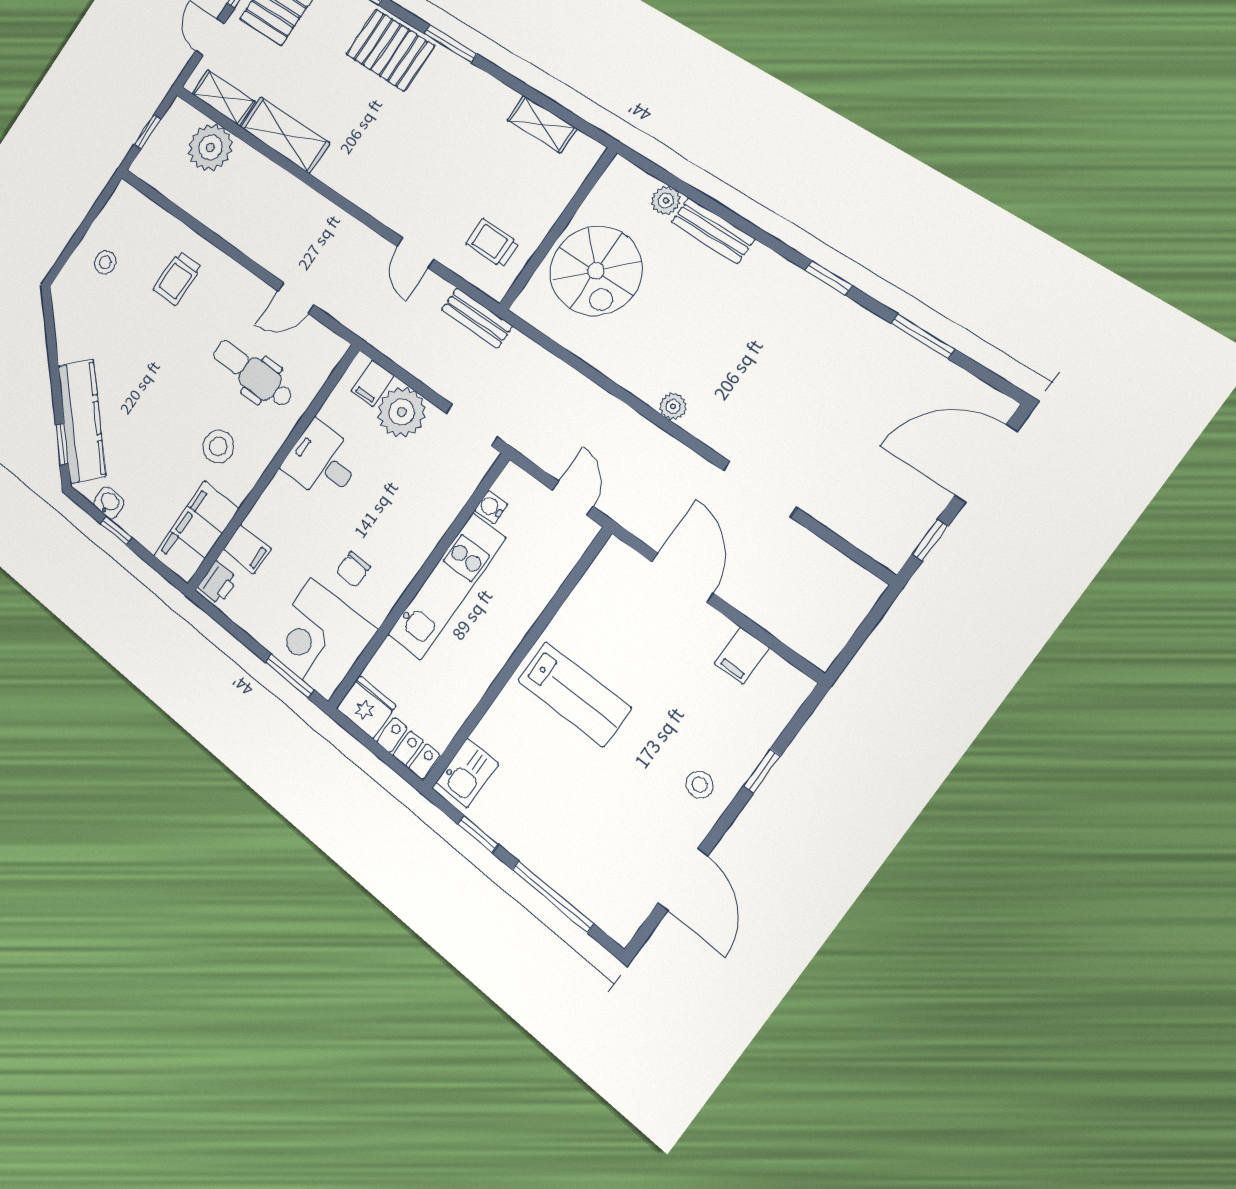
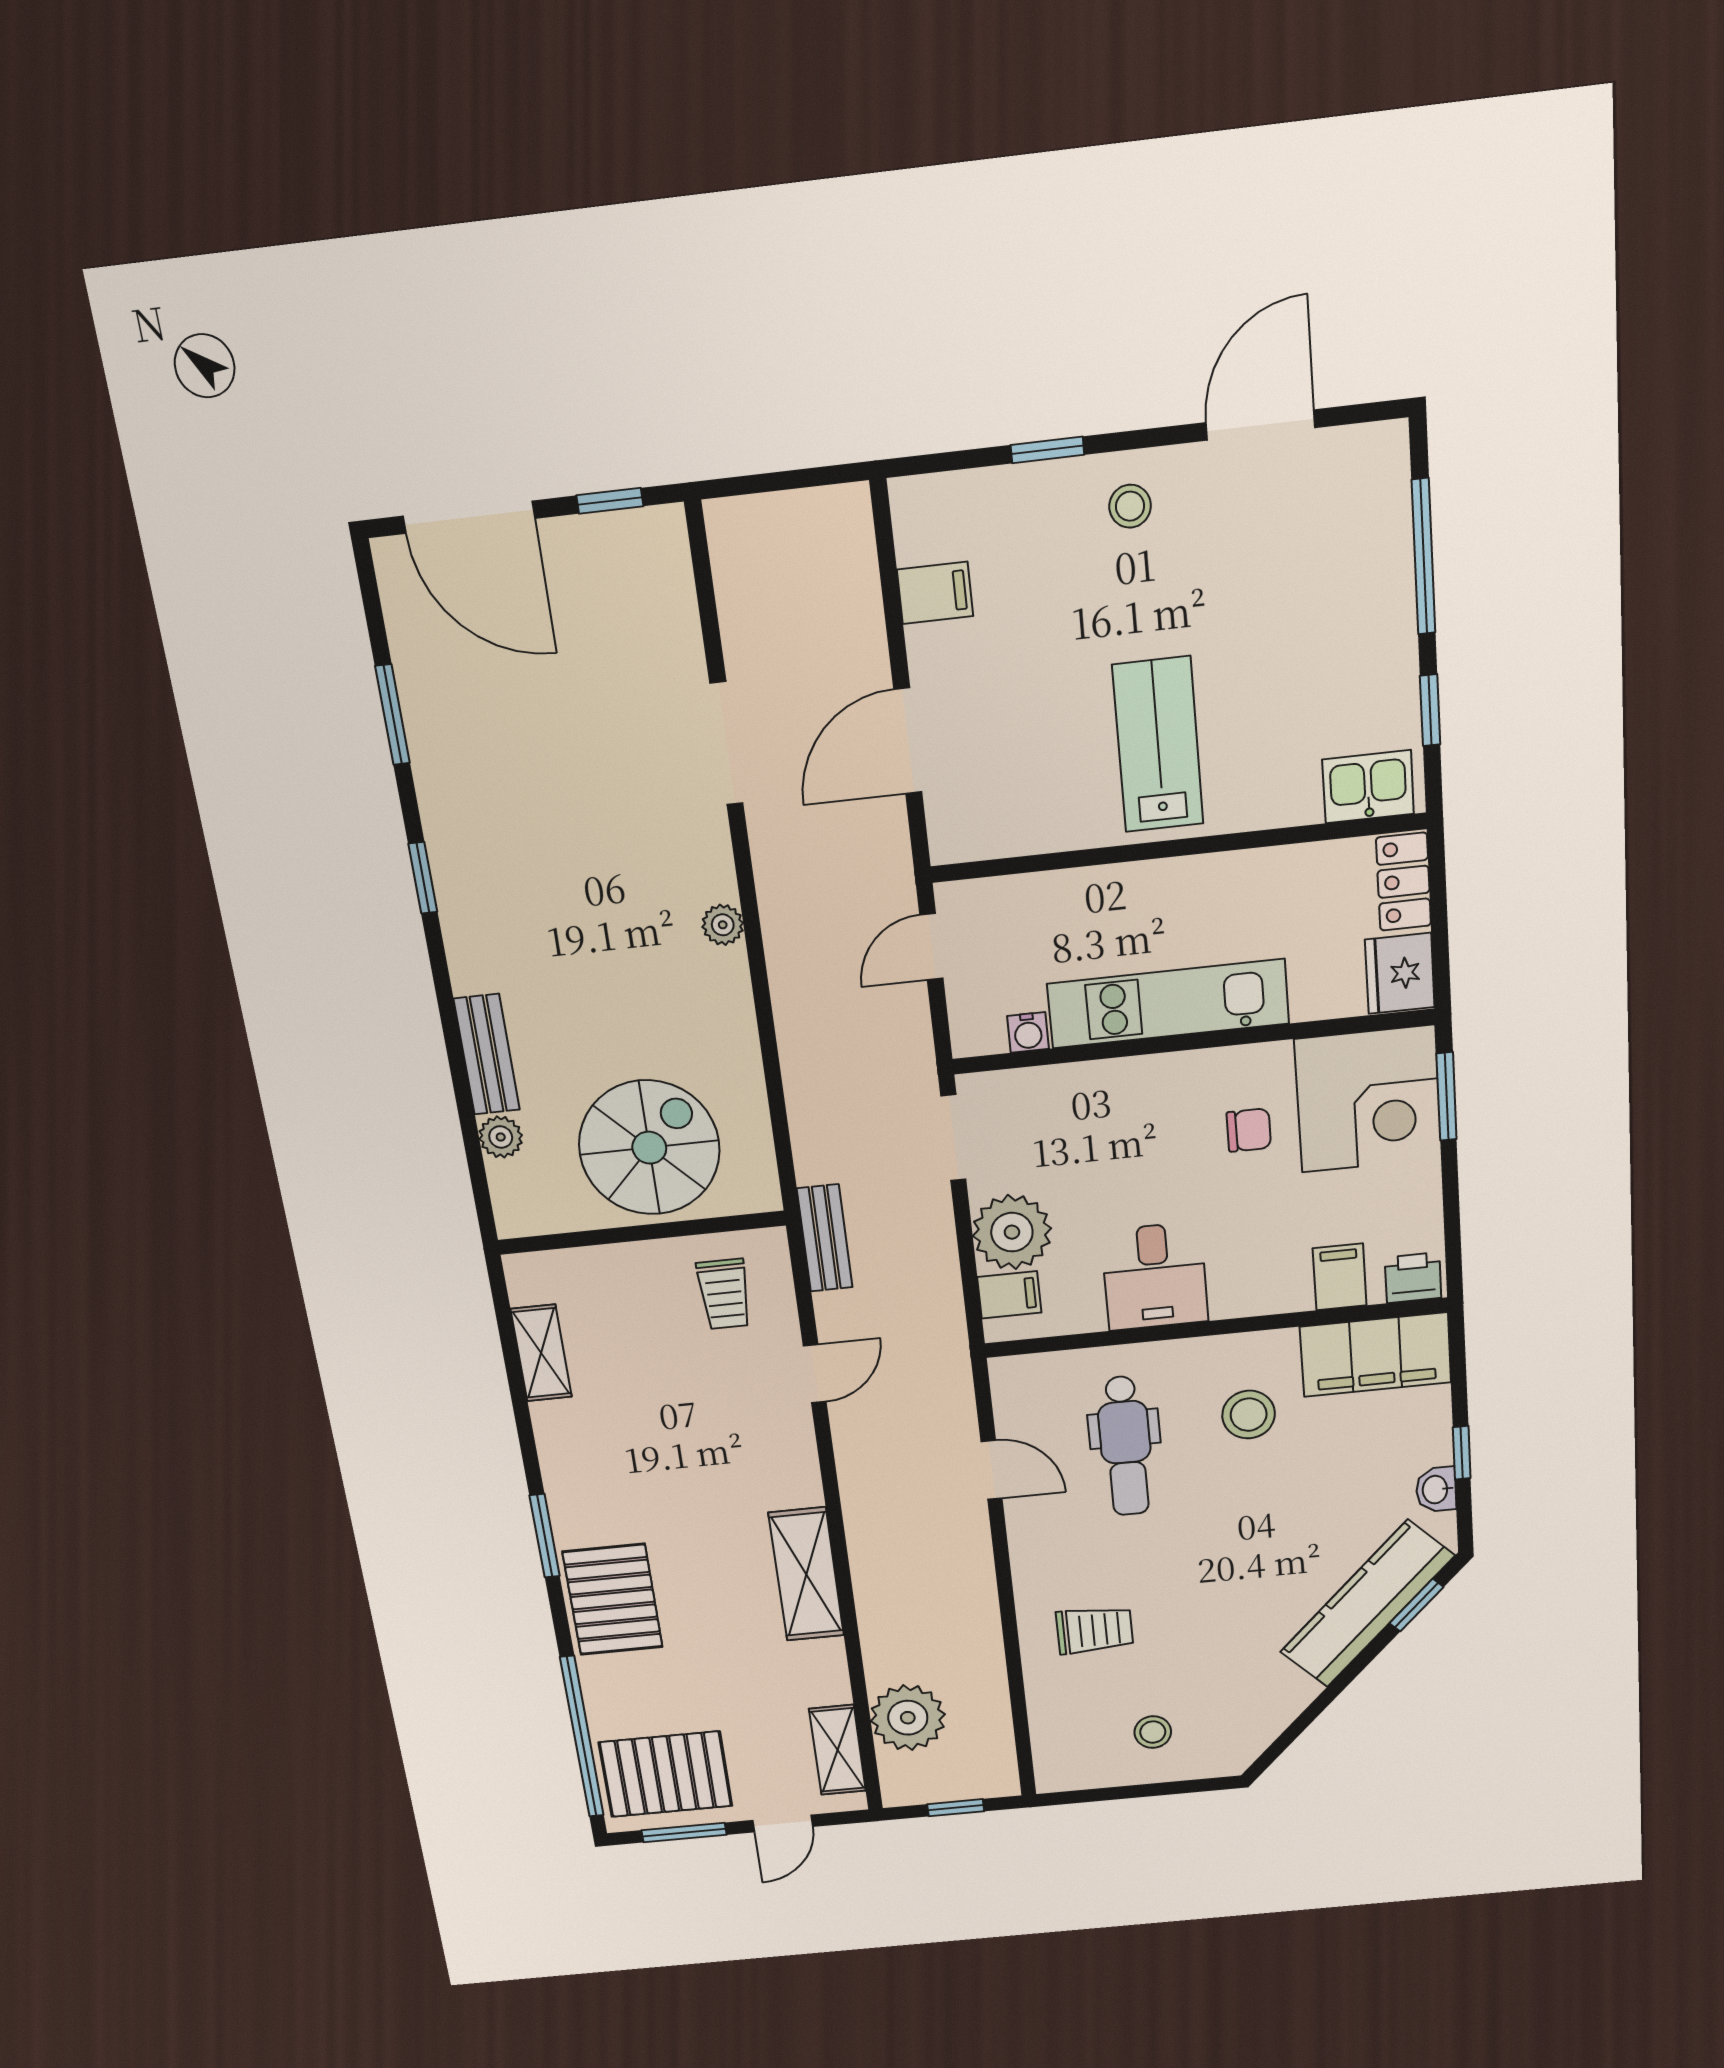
shelving: (285, 135) -> (806, 1574), moved

